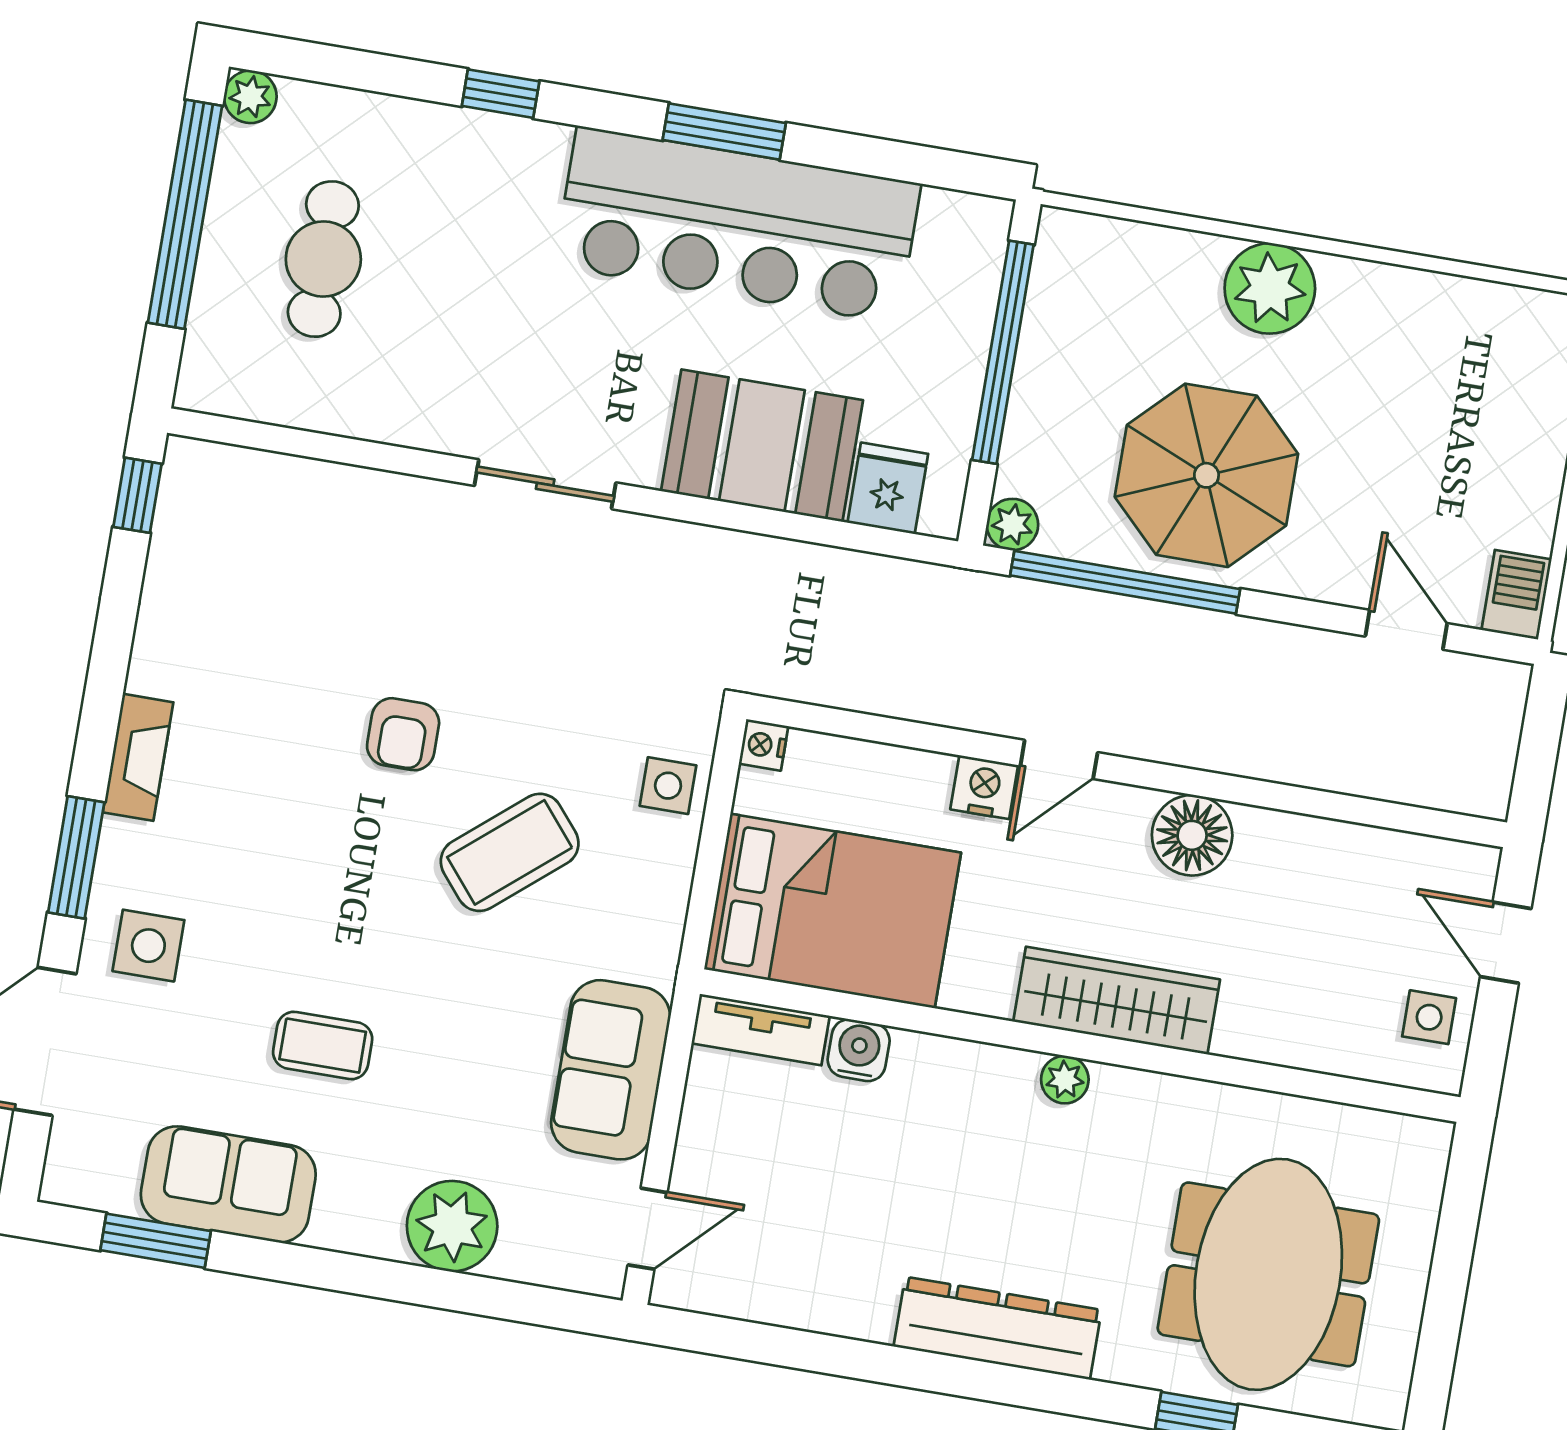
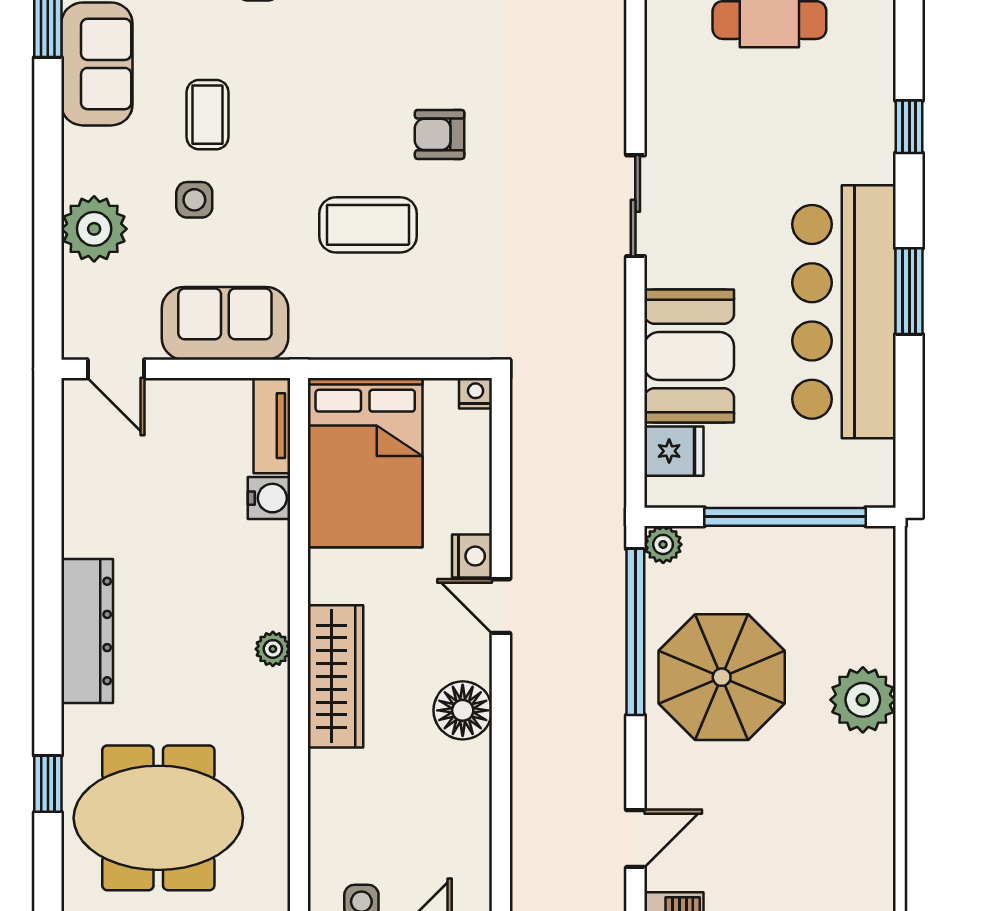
side table: (668, 786) -> (194, 200), moved
coffee table: (510, 852) -> (368, 225), turned -50

